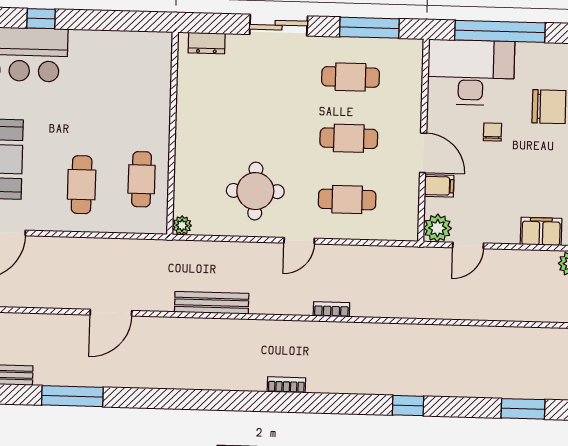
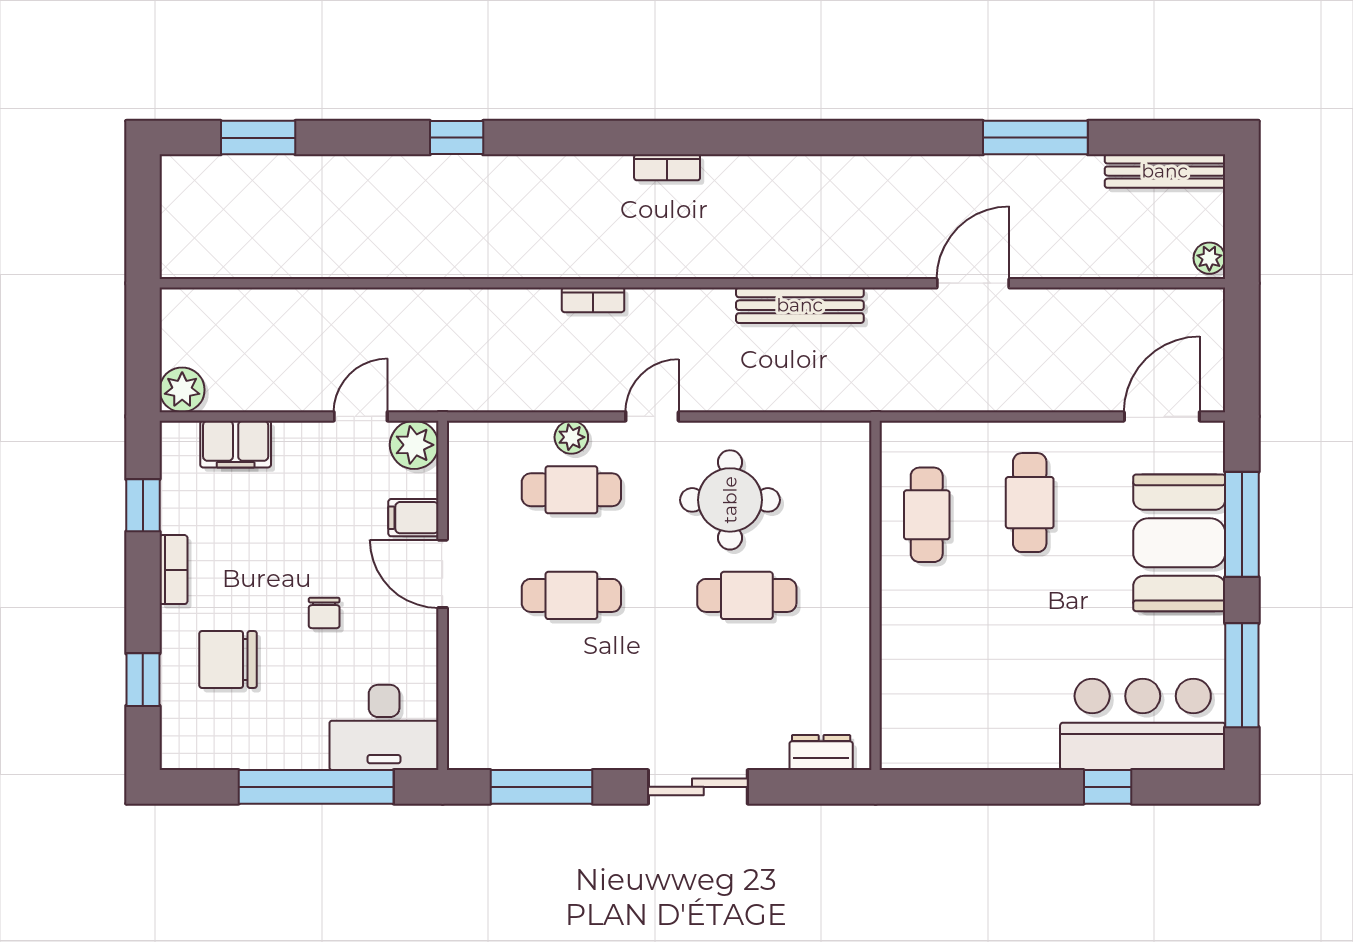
desk: (471, 72) -> (384, 727), width x0.73, depth x0.77
cafe table: (351, 77) -> (747, 595), moved
plant: (182, 225) -> (571, 437), moved

